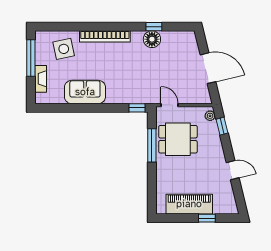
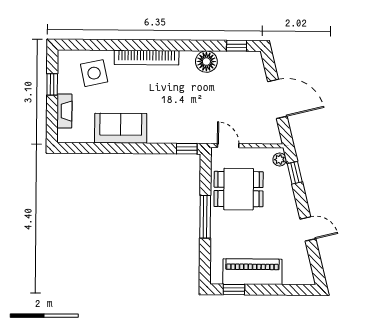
window: (154, 27) -> (237, 46), moved
window: (31, 58) -> (52, 84), width x0.46
window: (152, 145) -> (205, 217), moved
window: (207, 218) -> (234, 289), moved

